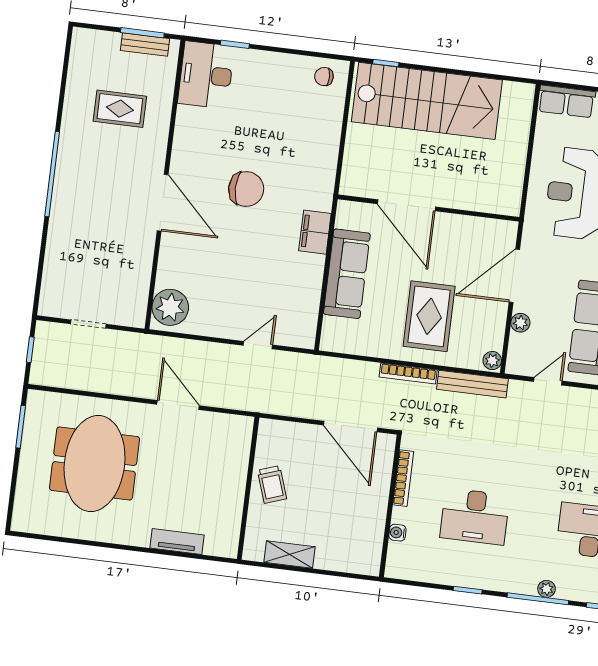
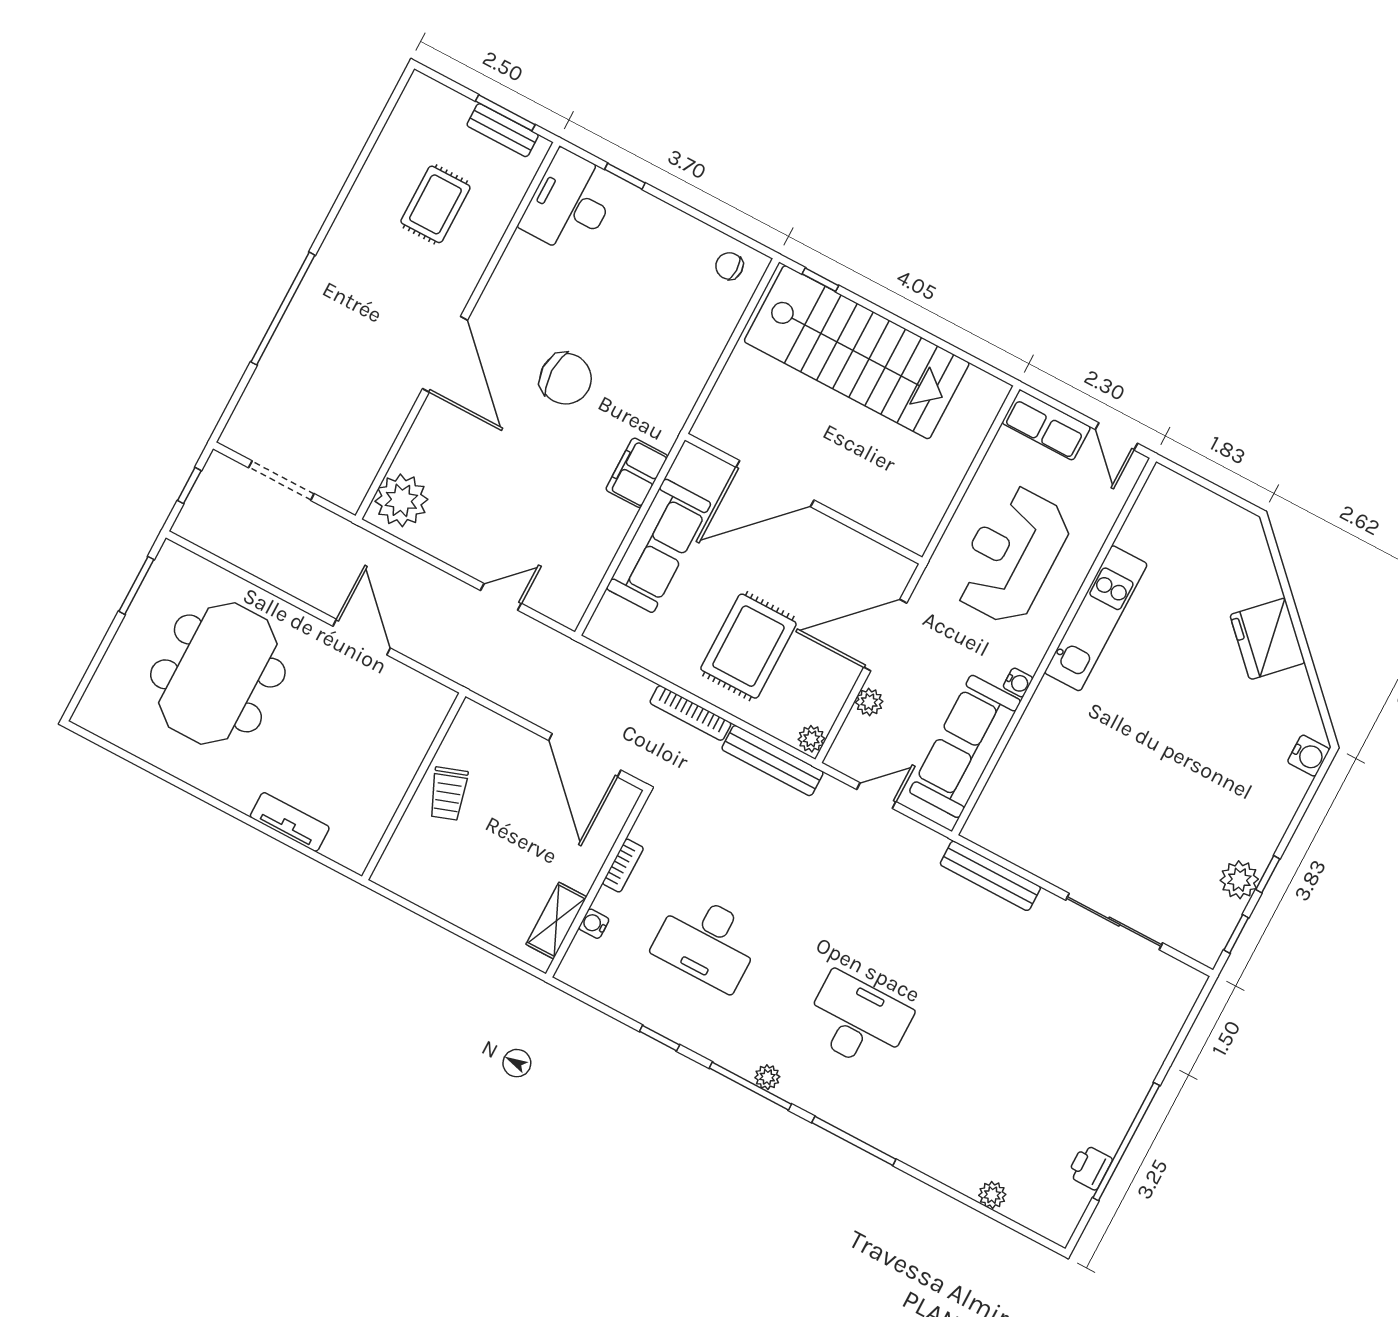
rug: (120, 109) -> (435, 204), turned 90
window: (52, 174) -> (283, 309), moved
door: (406, 205) -> (775, 484), hinge flipped
doorway: (88, 324) -> (281, 481), width x1.38
bookcase: (403, 478) -> (623, 866), width x0.64
shelving: (289, 555) -> (556, 921), moved, turned 90

